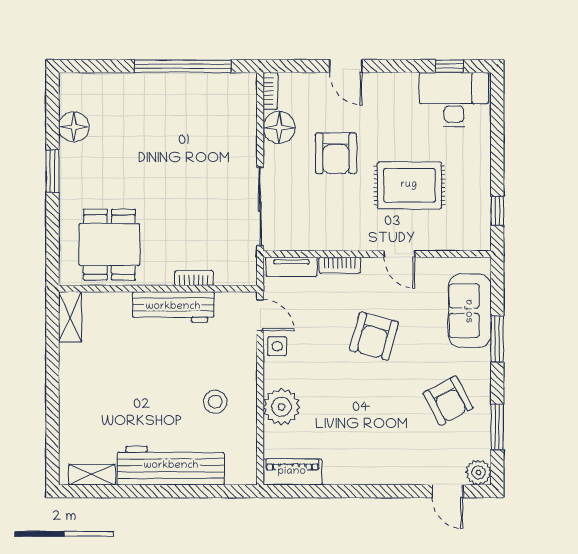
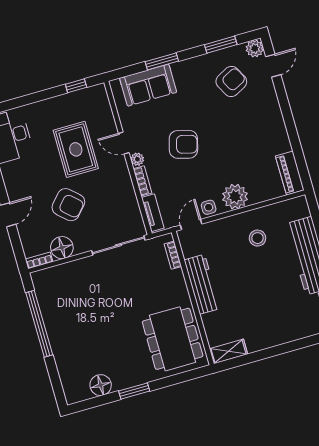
armchair: (336, 153) -> (68, 205), turned 42
dining table: (109, 245) -> (173, 339), width x1.38
door: (399, 254) -> (124, 143), swing flipped
plant: (372, 266) -> (137, 159), added
bookcase: (194, 278) -> (173, 255), moved
armchair: (448, 401) -> (231, 82), moved
plant: (281, 407) -> (235, 197), moved

